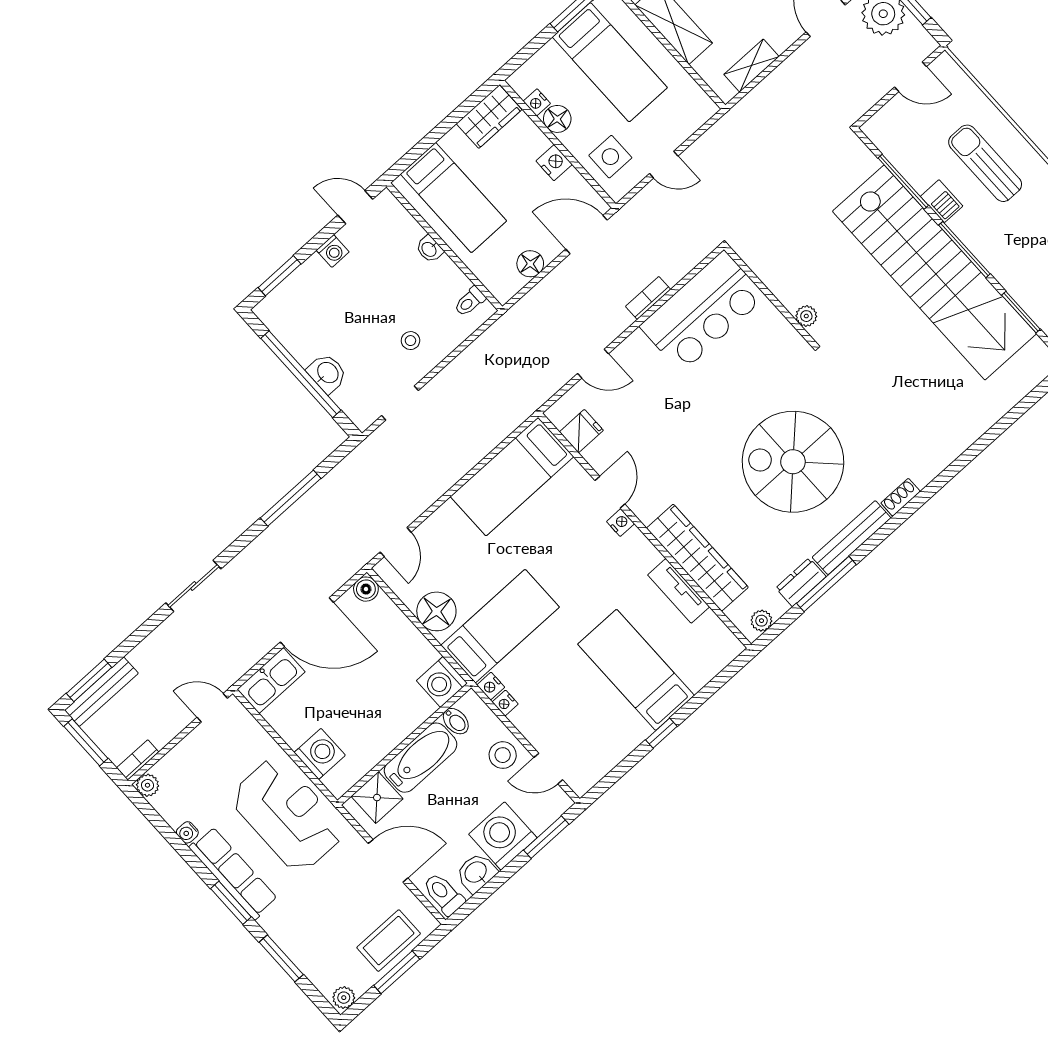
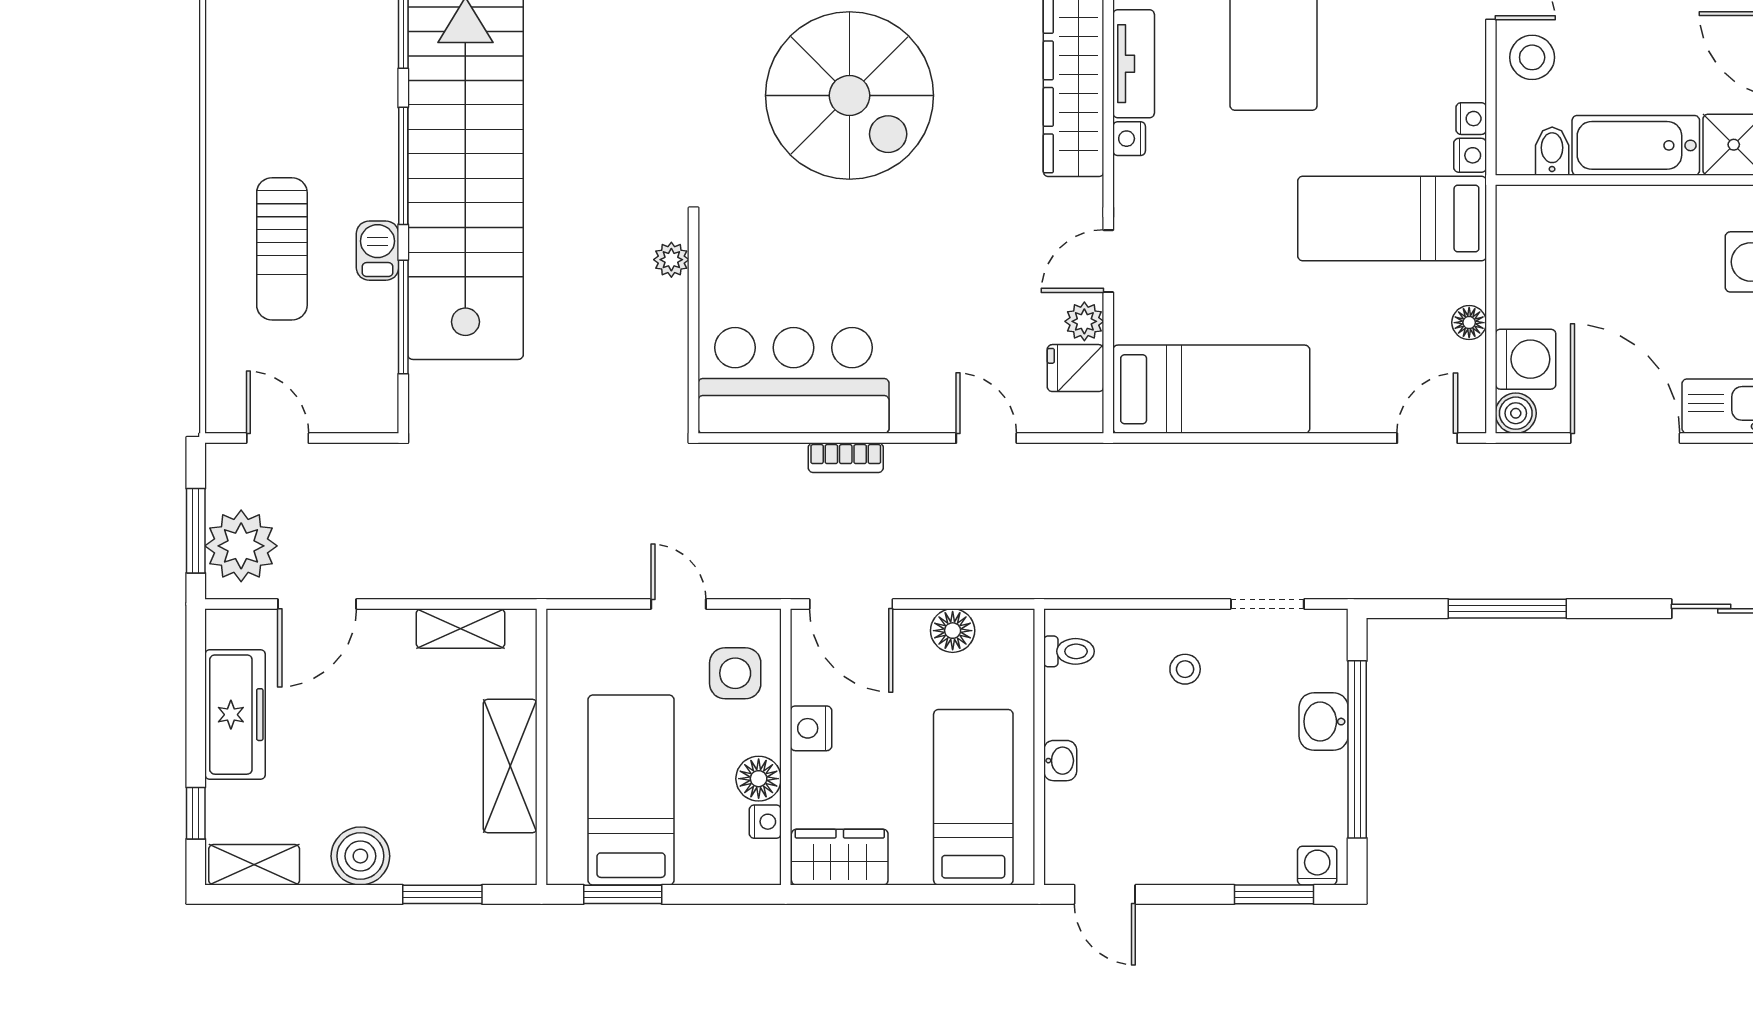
washing machine: (333, 251) -> (1317, 866), moved
plant: (596, 456) -> (1084, 321), added
nightstand: (620, 523) -> (1129, 139), moved
floor lamp: (436, 611) -> (1469, 323), width x0.53, depth x0.53
washing machine: (442, 682) -> (1526, 359), moved

